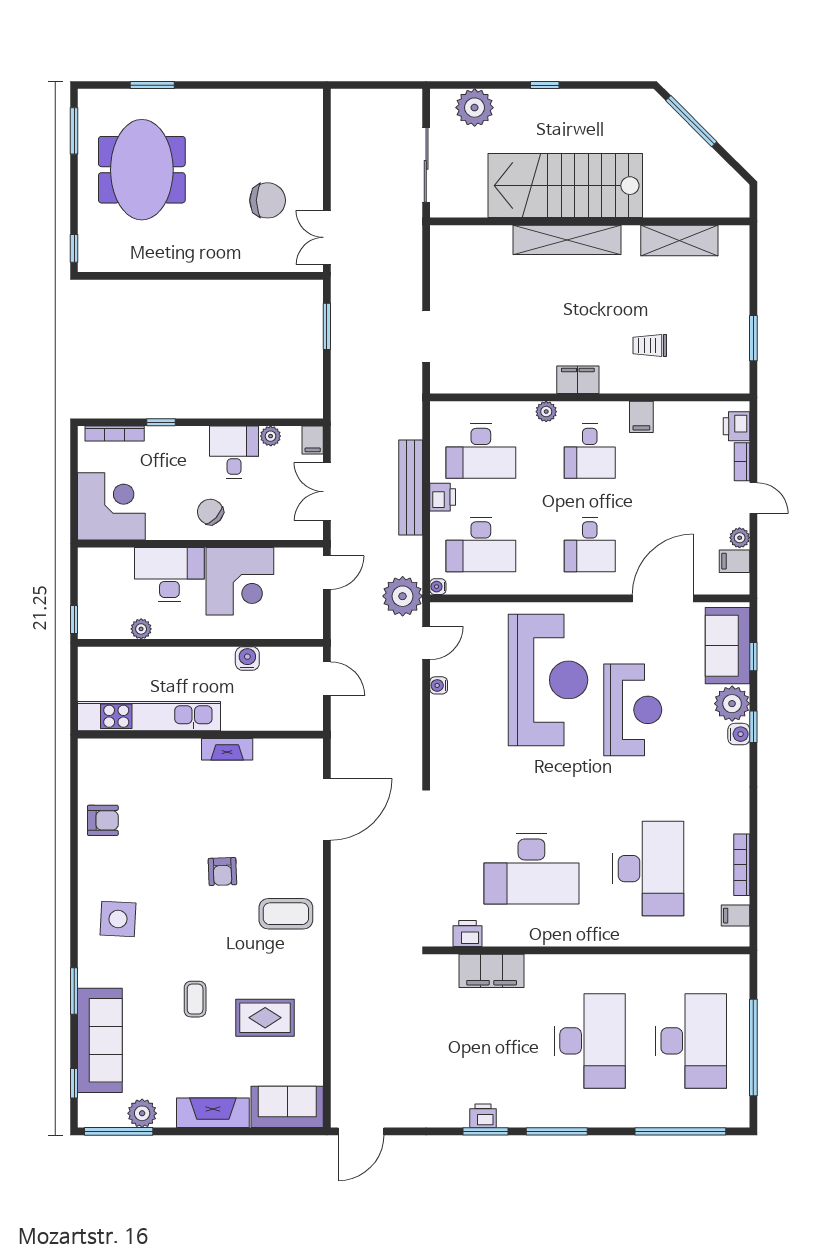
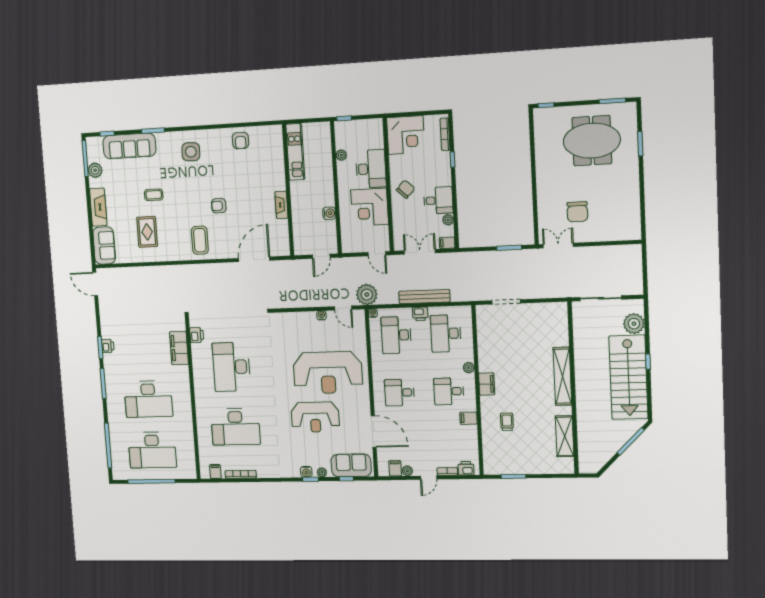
stairs: (565, 186) -> (628, 377), moved, turned 180
plant: (732, 704) -> (322, 472), width x0.53, depth x0.53
kitchen unit: (149, 716) -> (295, 152), width x0.73
door: (327, 809) -> (254, 259), swing flipped

